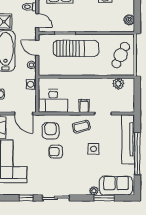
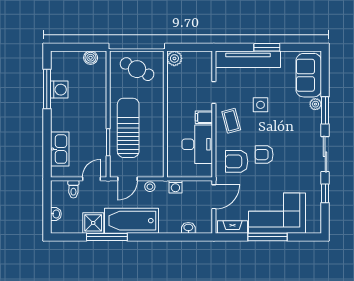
plant: (118, 84) -> (174, 58), moved
desk: (53, 101) -> (197, 144), moved
armchair: (56, 152) -> (264, 155), turned 90
window: (137, 154) -> (267, 47), width x0.47
window: (104, 198) -> (325, 110), moved

